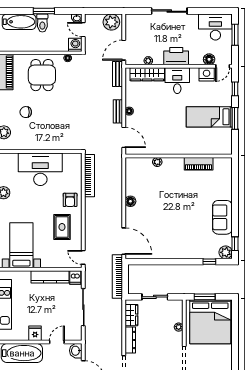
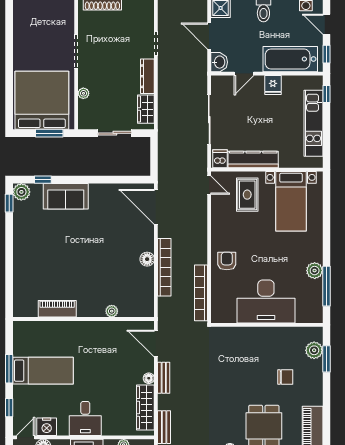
wardrobe: (147, 74) -> (145, 407), moved, turned -90
sofa: (222, 217) -> (66, 196), moved, turned 90
rug: (62, 227) -> (247, 195), moved
bookcase: (117, 277) -> (164, 267), moved

